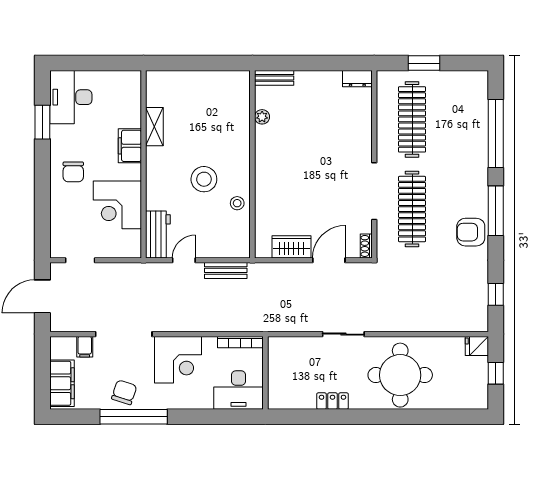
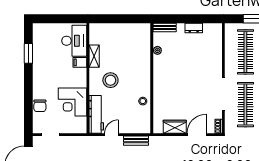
dresser: (357, 79) -> (194, 28), moved
desk: (71, 97) -> (74, 41), moved, turned 180
filing cabinet: (130, 146) -> (80, 62), width x0.50
chair: (73, 172) -> (40, 106), moved
stool: (204, 179) -> (110, 80), moved
workbench: (158, 234) -> (96, 114), width x1.38

